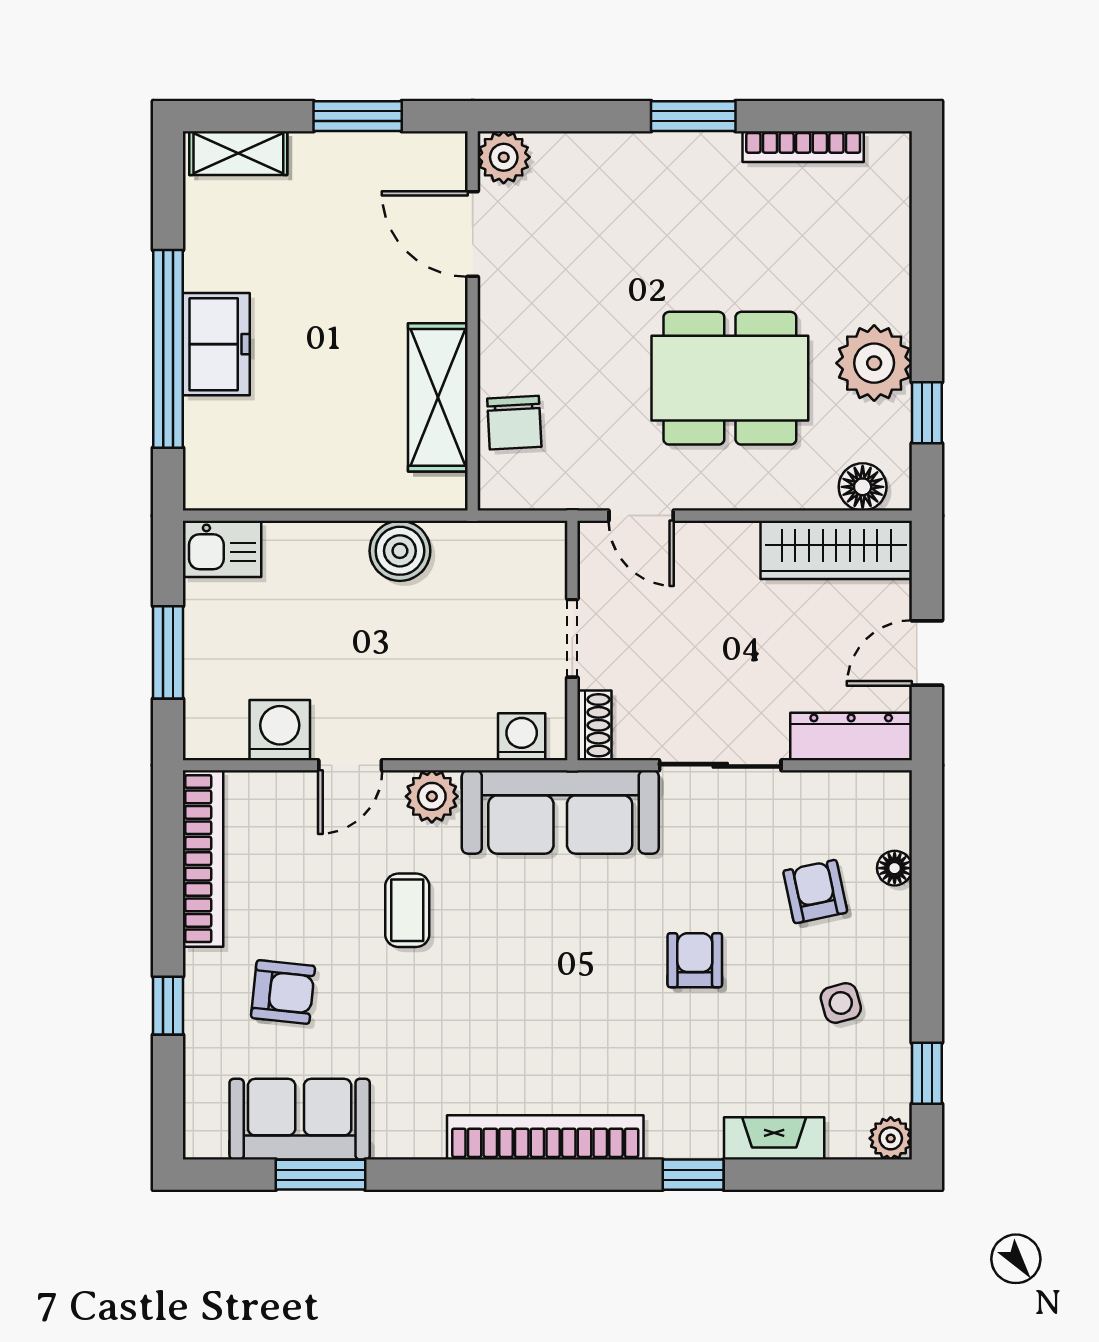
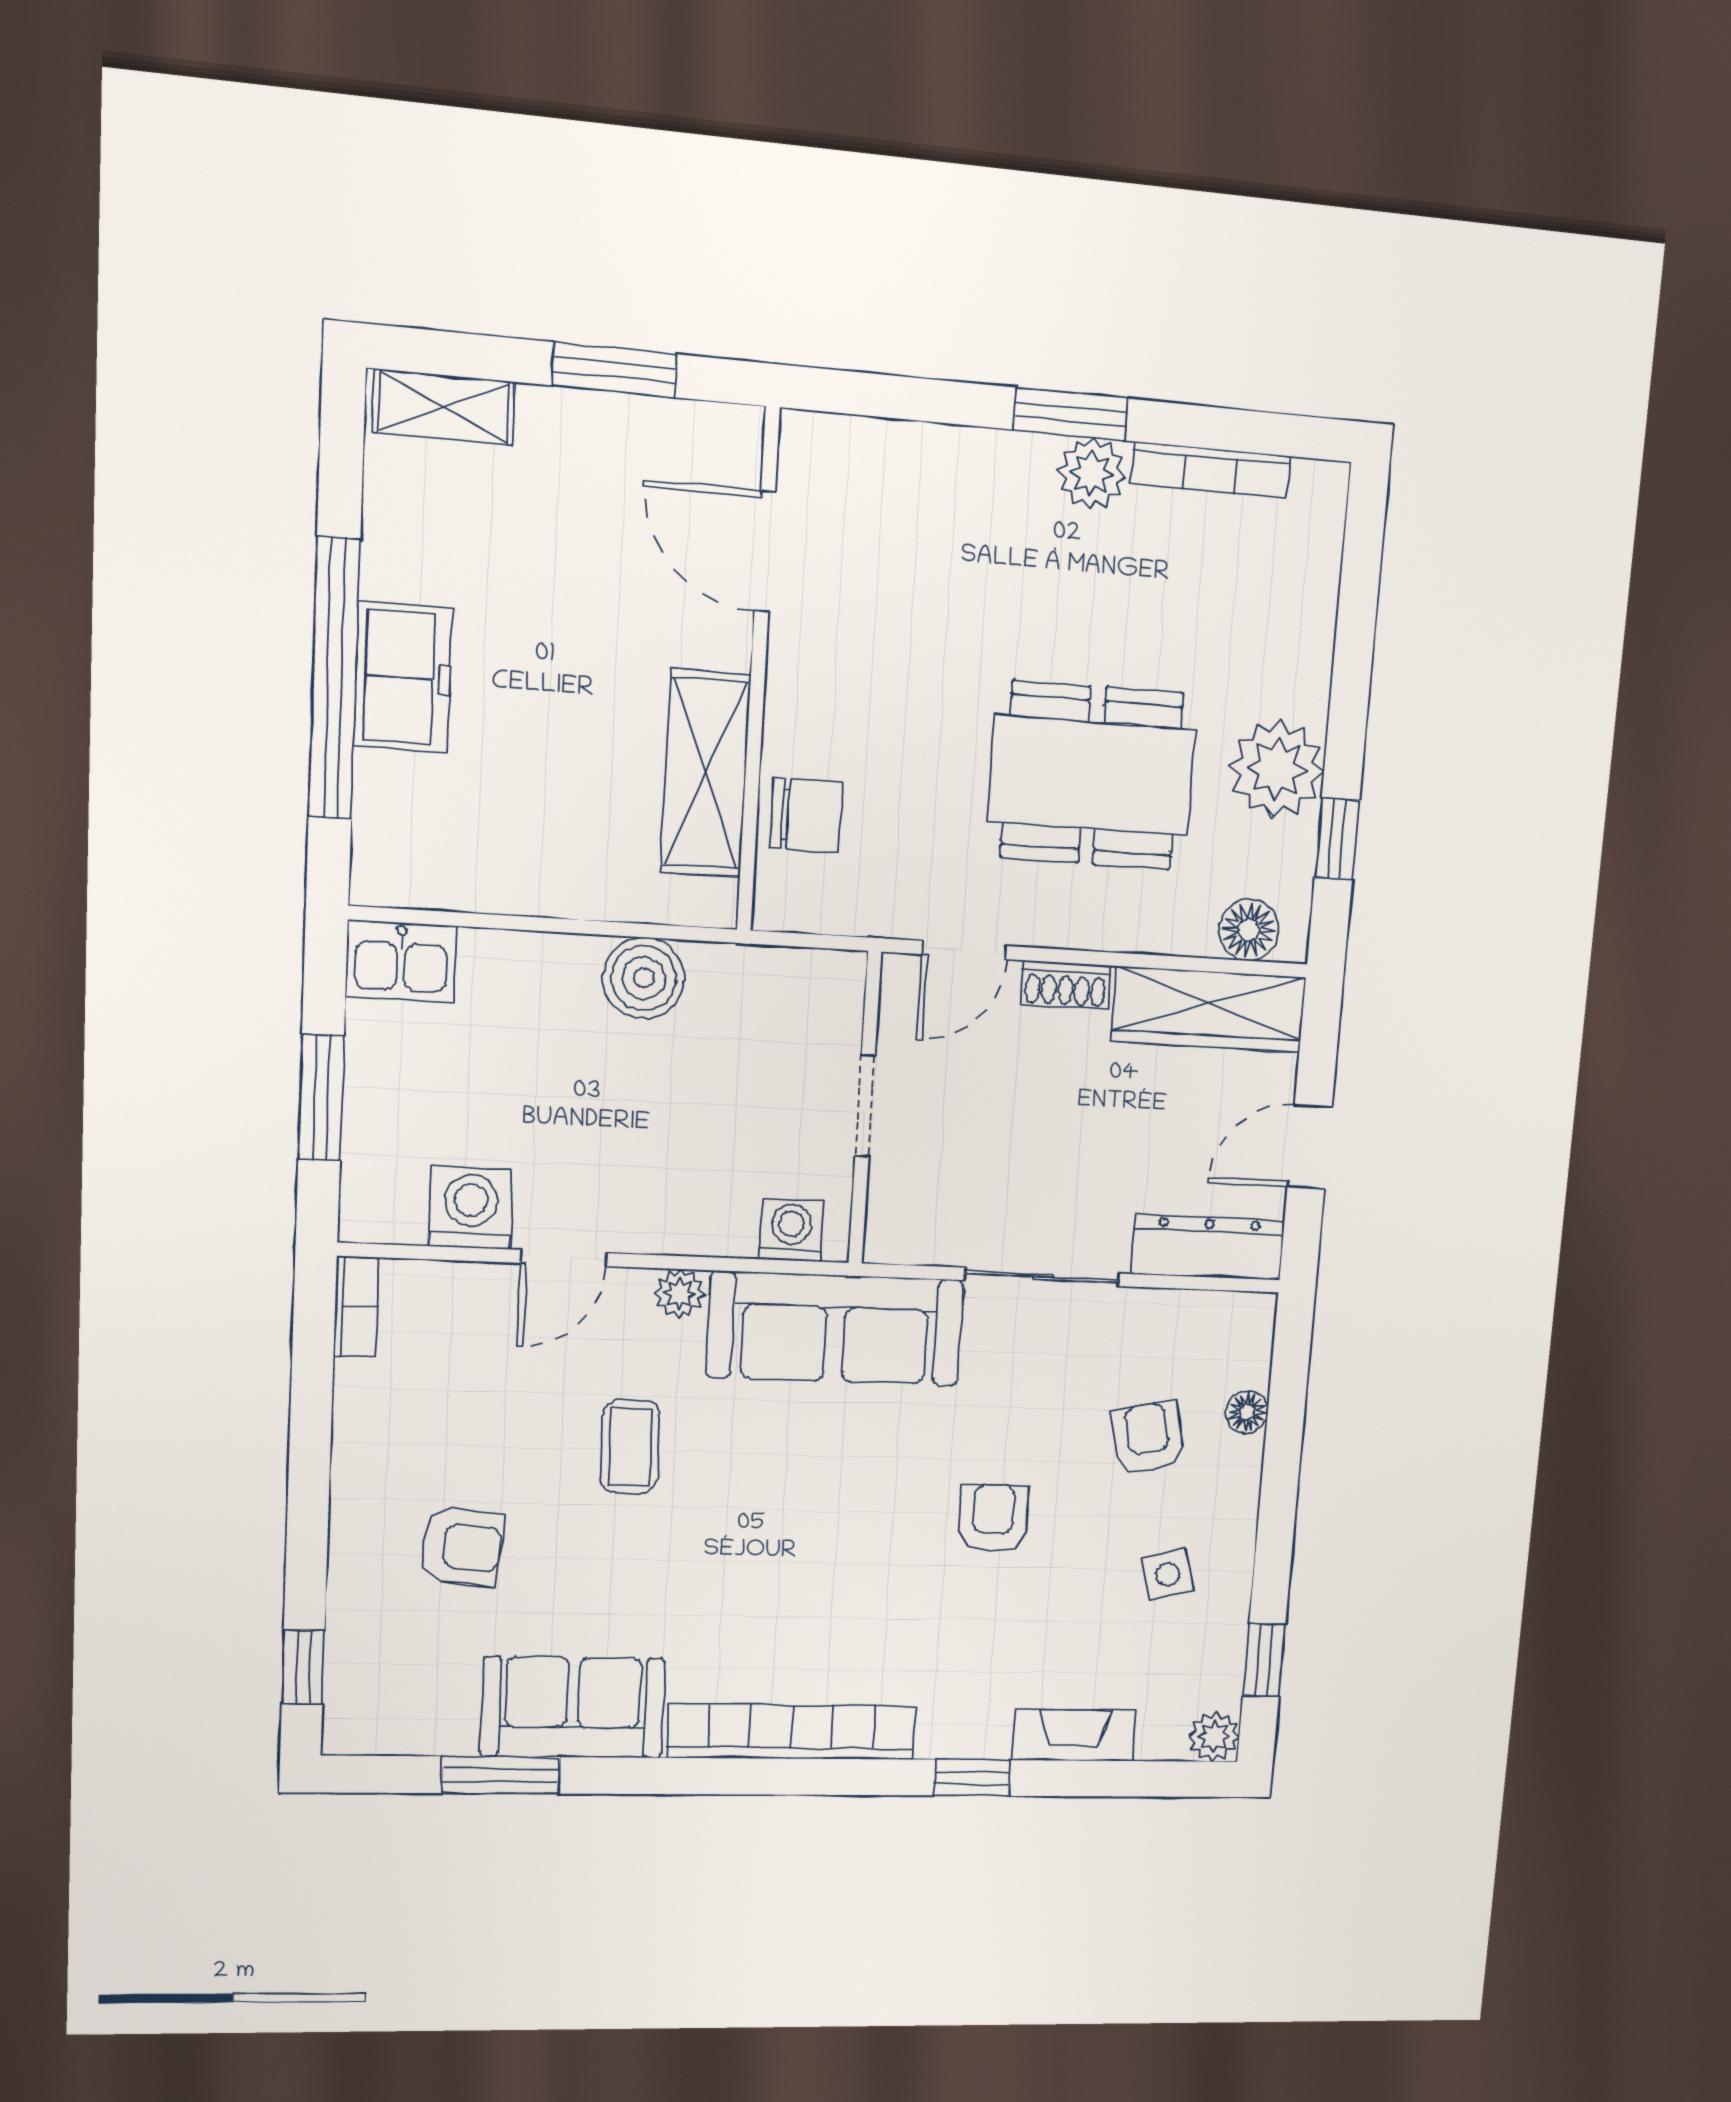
plant: (504, 157) -> (1092, 474), moved
chair: (514, 423) -> (806, 815), turned -87
door: (641, 516) -> (964, 950), hinge flipped
shoe rack: (594, 725) -> (1066, 985), moved, turned 90
plant: (432, 796) -> (680, 1294), width x0.73, depth x0.73
bookcase: (203, 859) -> (356, 1307), width x0.43, depth x0.76
window: (168, 1006) -> (303, 1667), moved
sofa: (300, 1119) -> (573, 1707), moved

